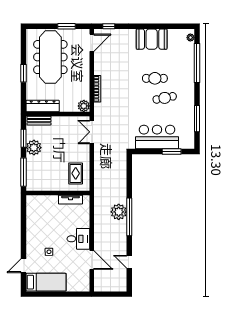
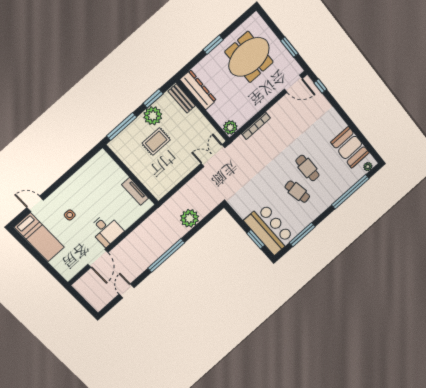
booth: (152, 39) -> (350, 147), moved
meeting table: (50, 57) -> (249, 57), width x0.73
bar counter: (157, 137) -> (269, 229), moved
rug: (76, 173) -> (156, 142), moved
plant: (119, 212) -> (190, 218), moved

